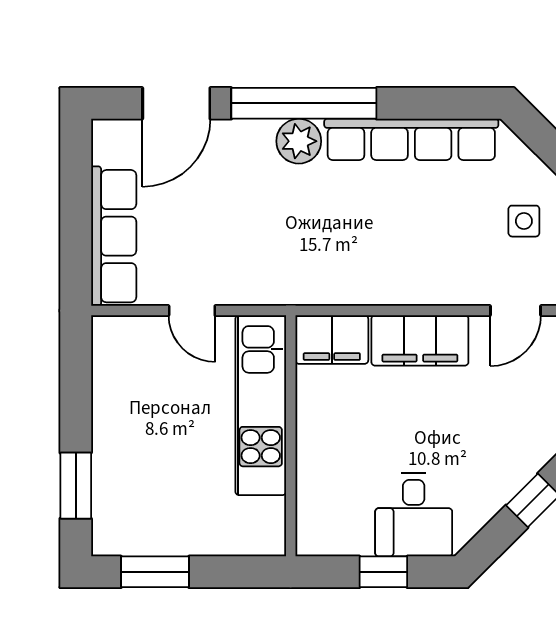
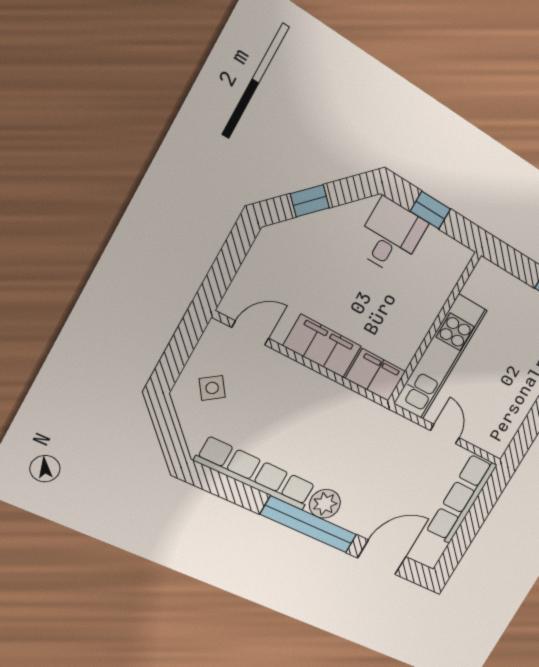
side table: (524, 221) -> (212, 388), turned -35

